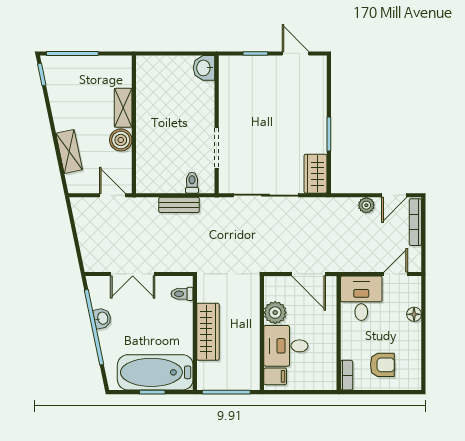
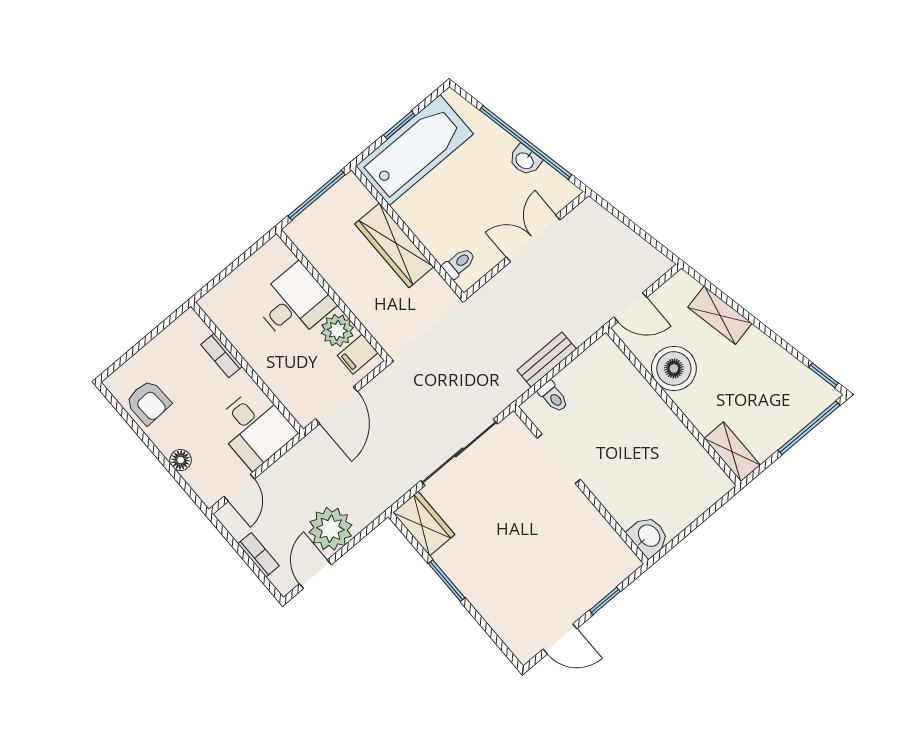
shelving: (123, 108) -> (732, 452), moved
boiler: (121, 140) -> (674, 368), width x1.37, depth x1.37
plant: (366, 205) -> (331, 529), width x1.87, depth x1.87
bookcase: (415, 222) -> (259, 555), width x0.64
door: (309, 274) -> (337, 405), swing flipped
armchair: (382, 365) -> (148, 402), moved, turned -92
bookcase: (347, 375) -> (222, 356), moved
filing cabinet: (275, 376) -> (358, 354), moved

